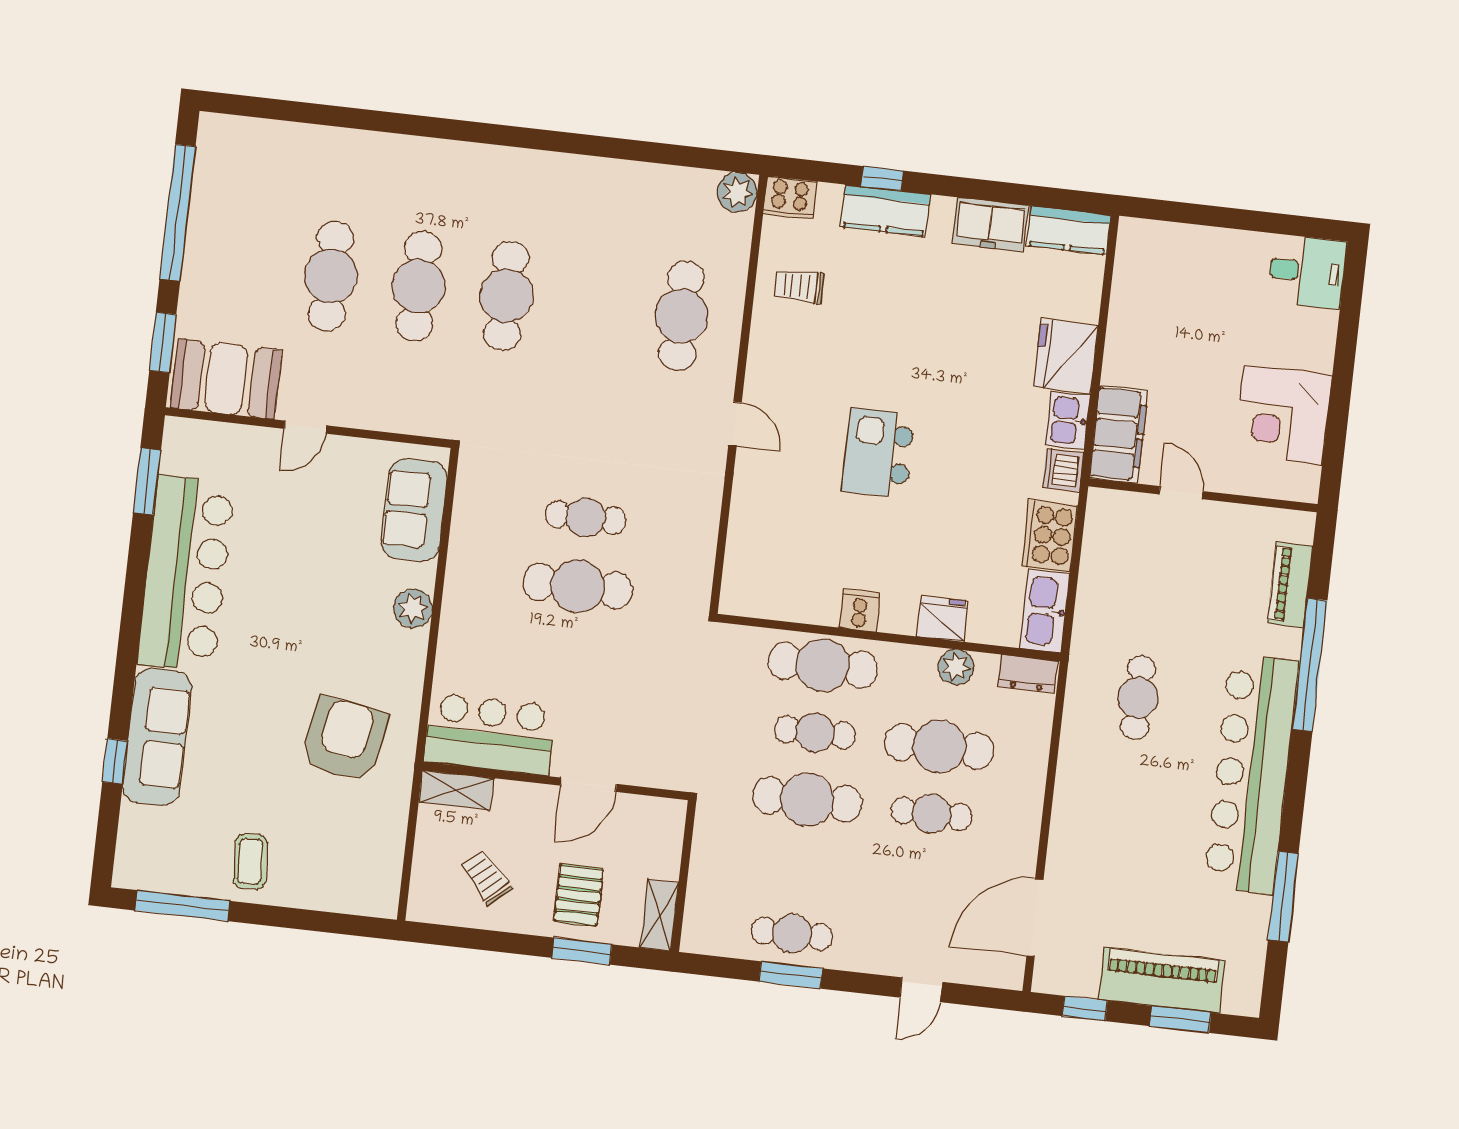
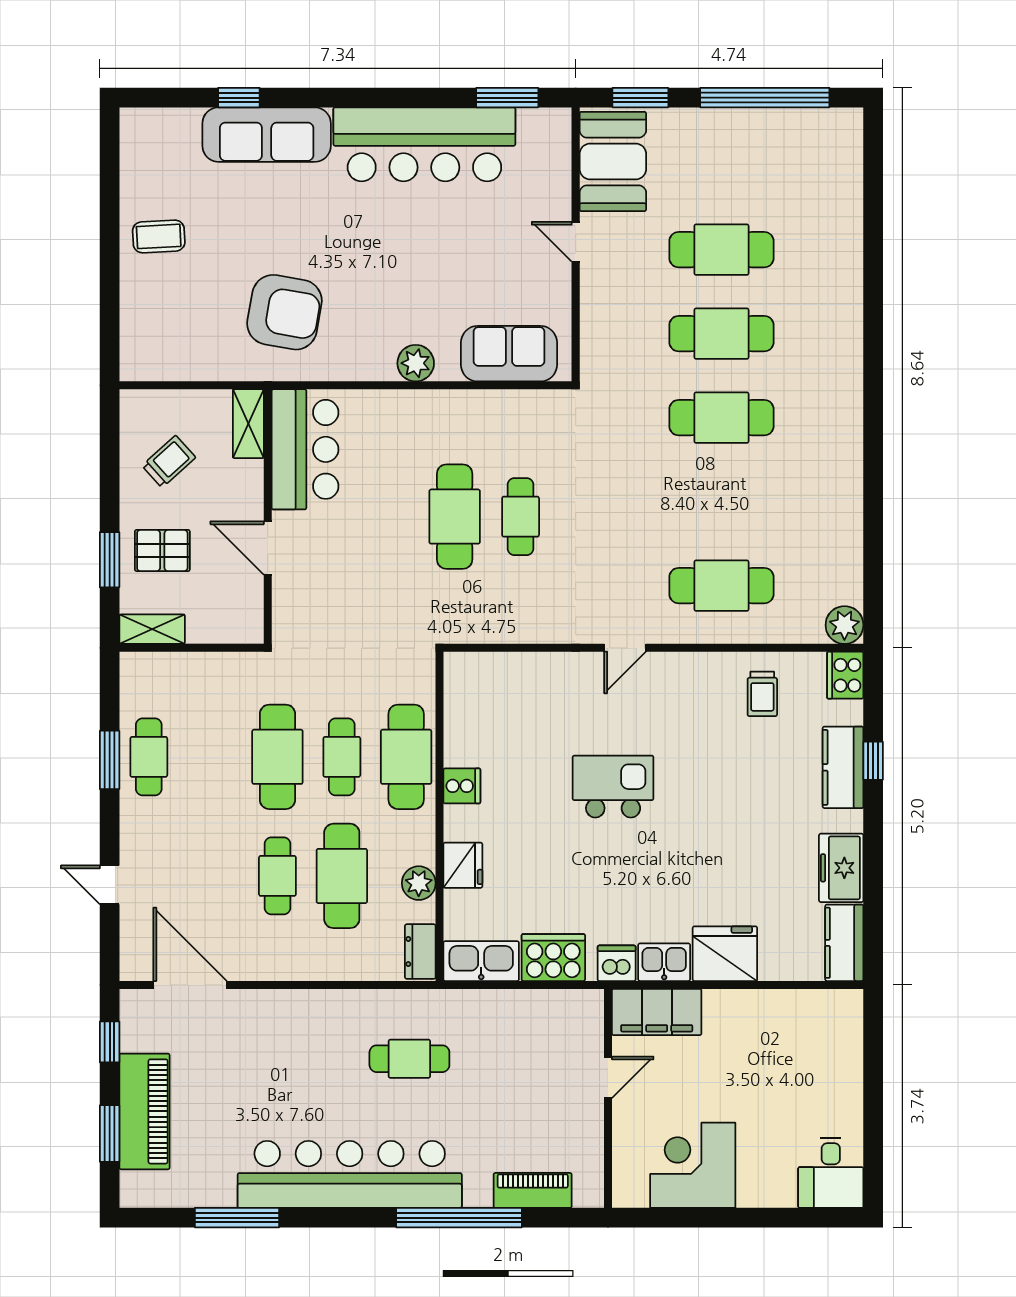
trolley: (799, 286) -> (762, 694), turned 180
window: (183, 906) -> (110, 177), removed

